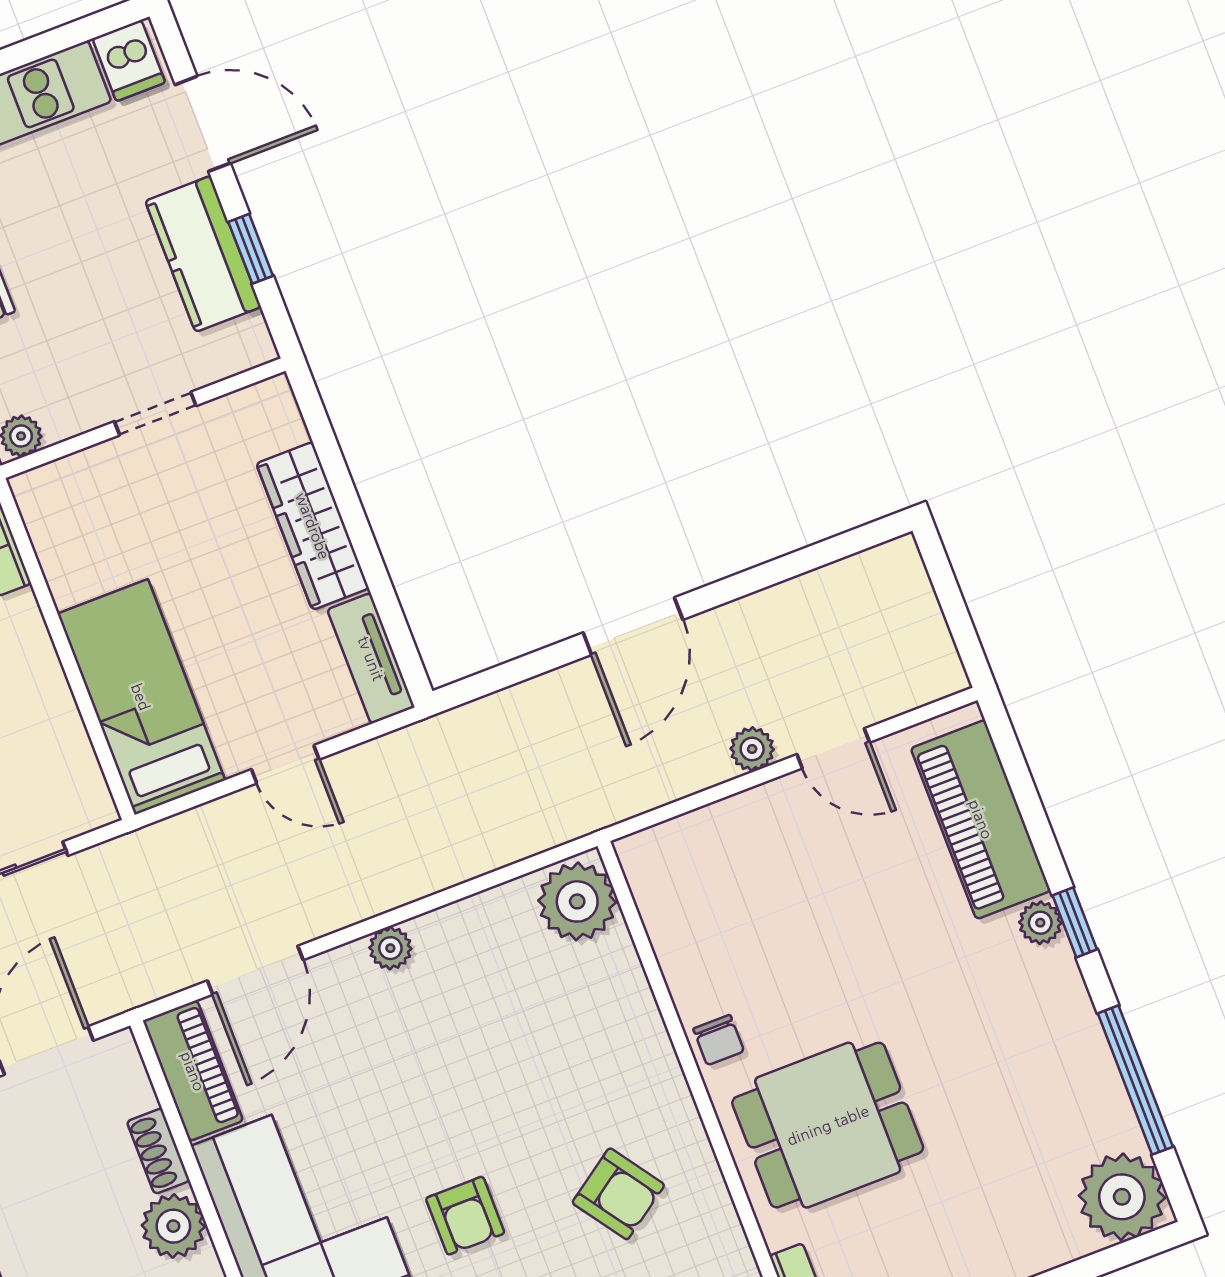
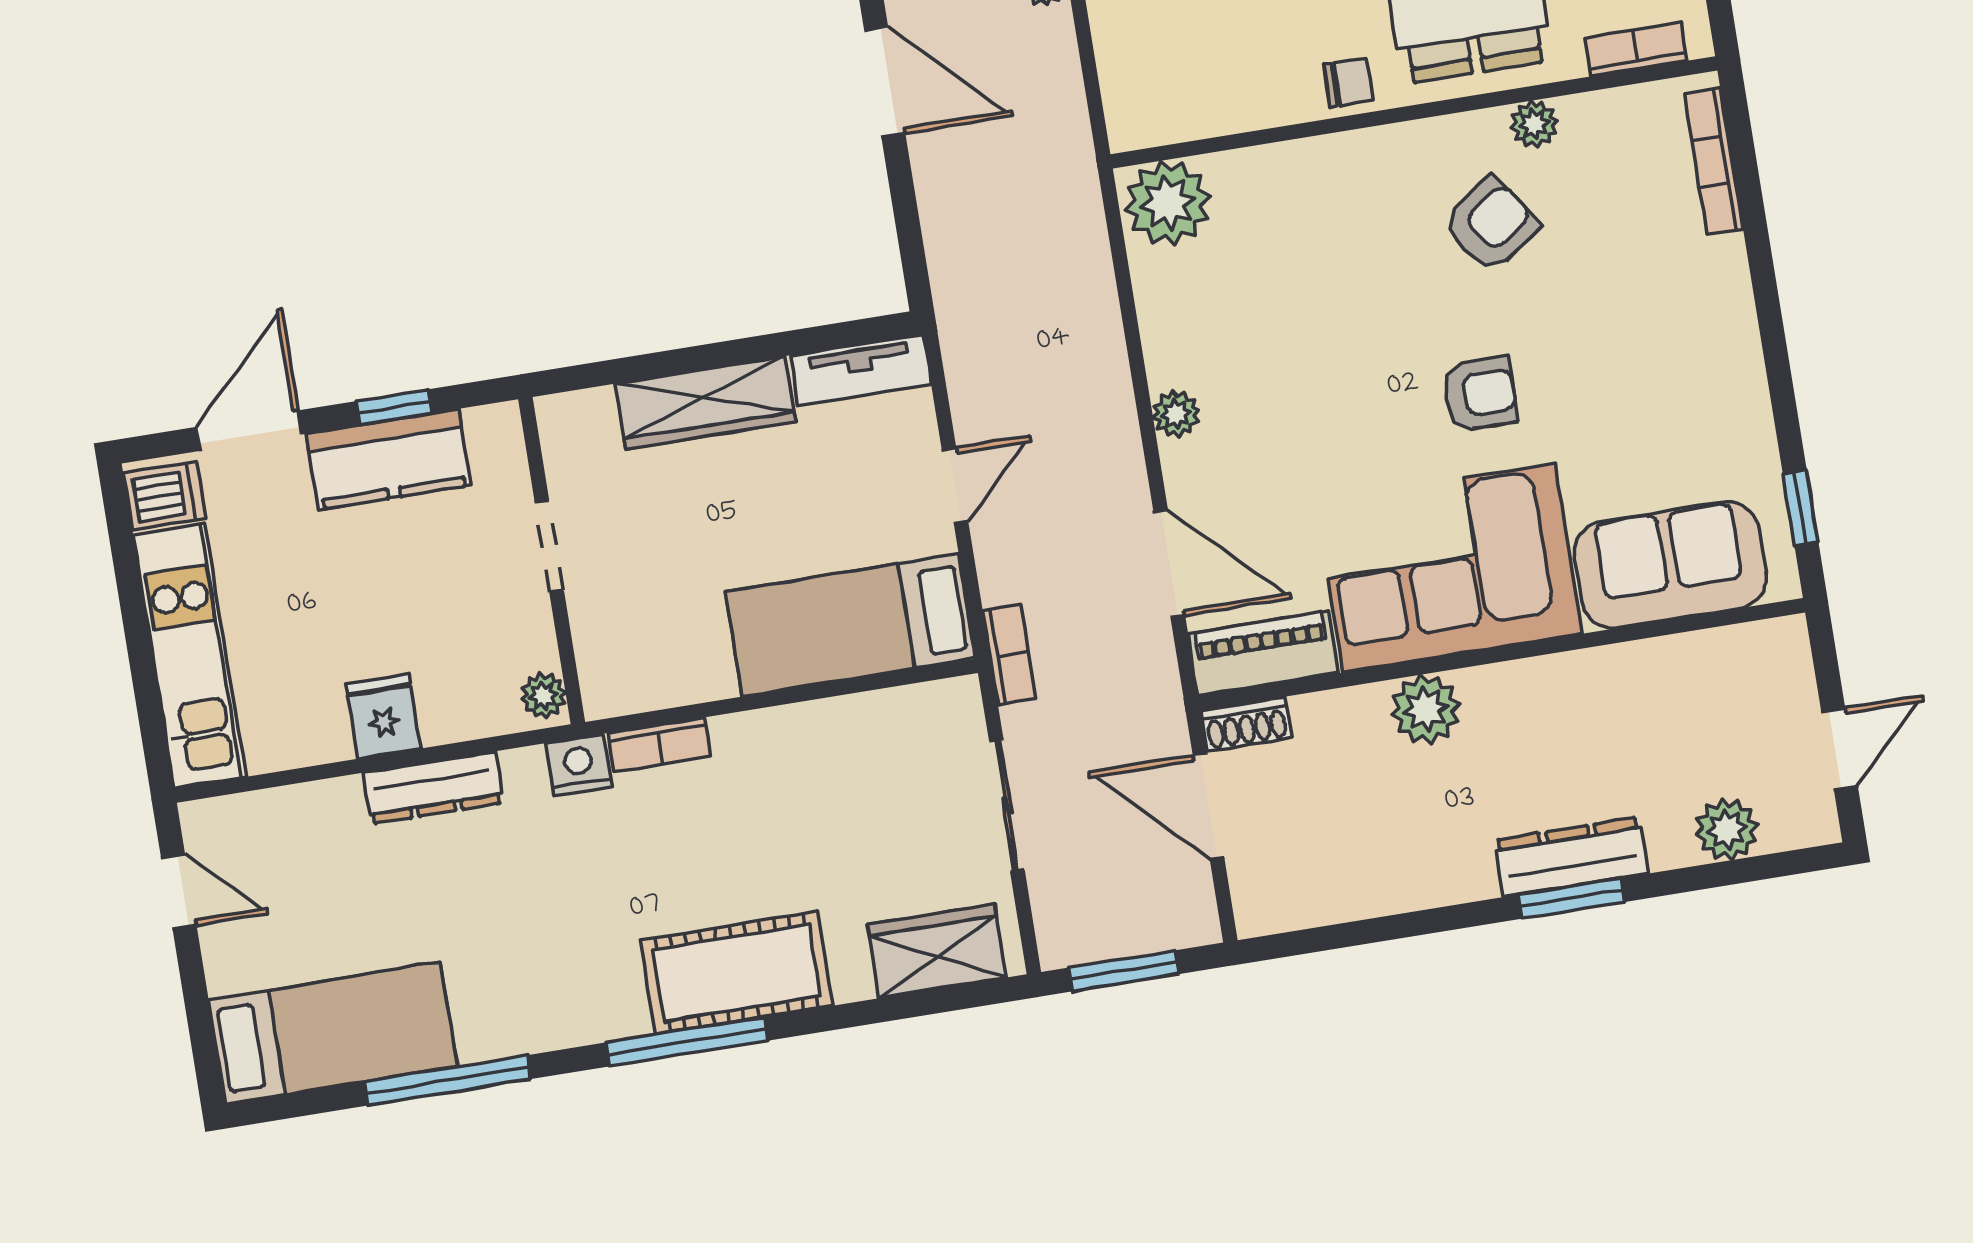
bookcase: (144, 844) -> (1009, 655), added
shoe rack: (158, 1151) -> (1246, 724), moved
plant: (716, 1214) -> (1534, 124), added

